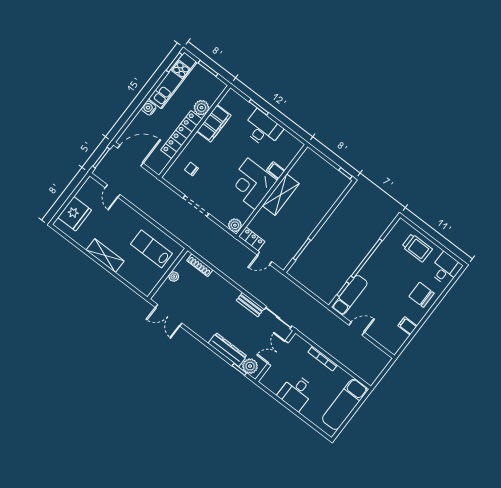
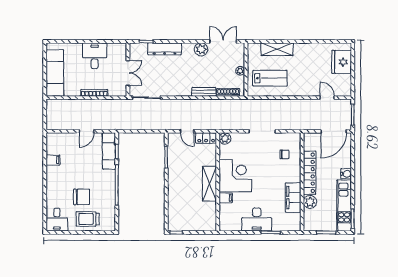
shelving: (105, 256) -> (277, 49), moved
door: (265, 258) -> (187, 131), swing flipped
chair: (422, 295) -> (81, 197), moved
bench: (250, 305) -> (204, 92), moved
plant: (250, 366) -> (201, 49), moved

